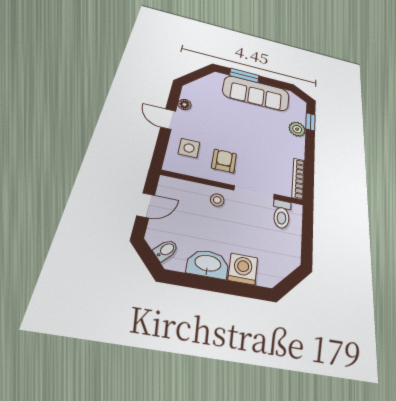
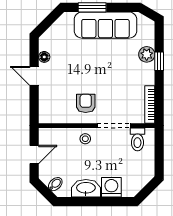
window: (310, 122) -> (159, 61), moved
side table: (189, 148) -> (56, 99), removed

